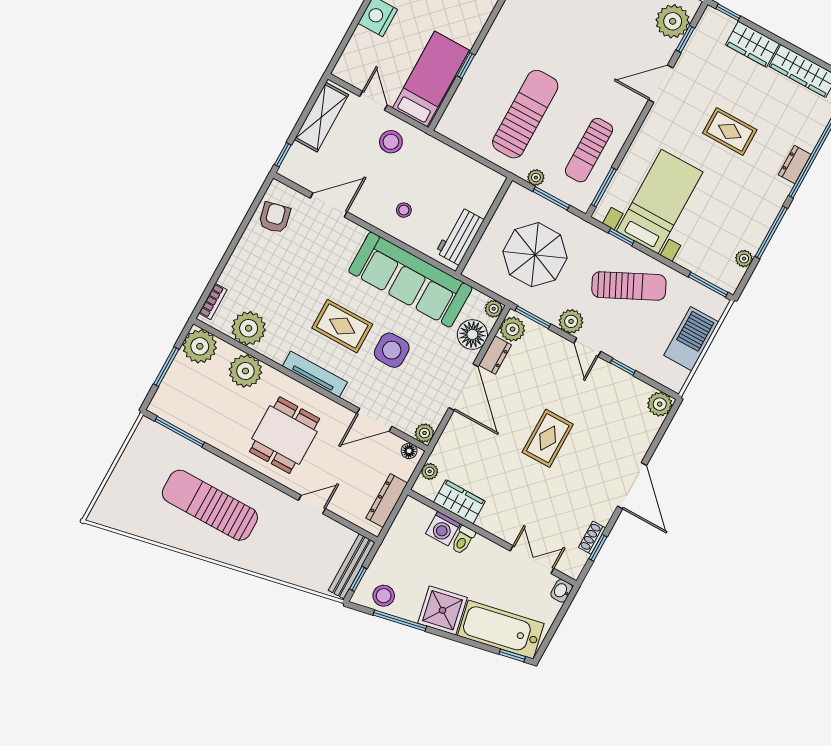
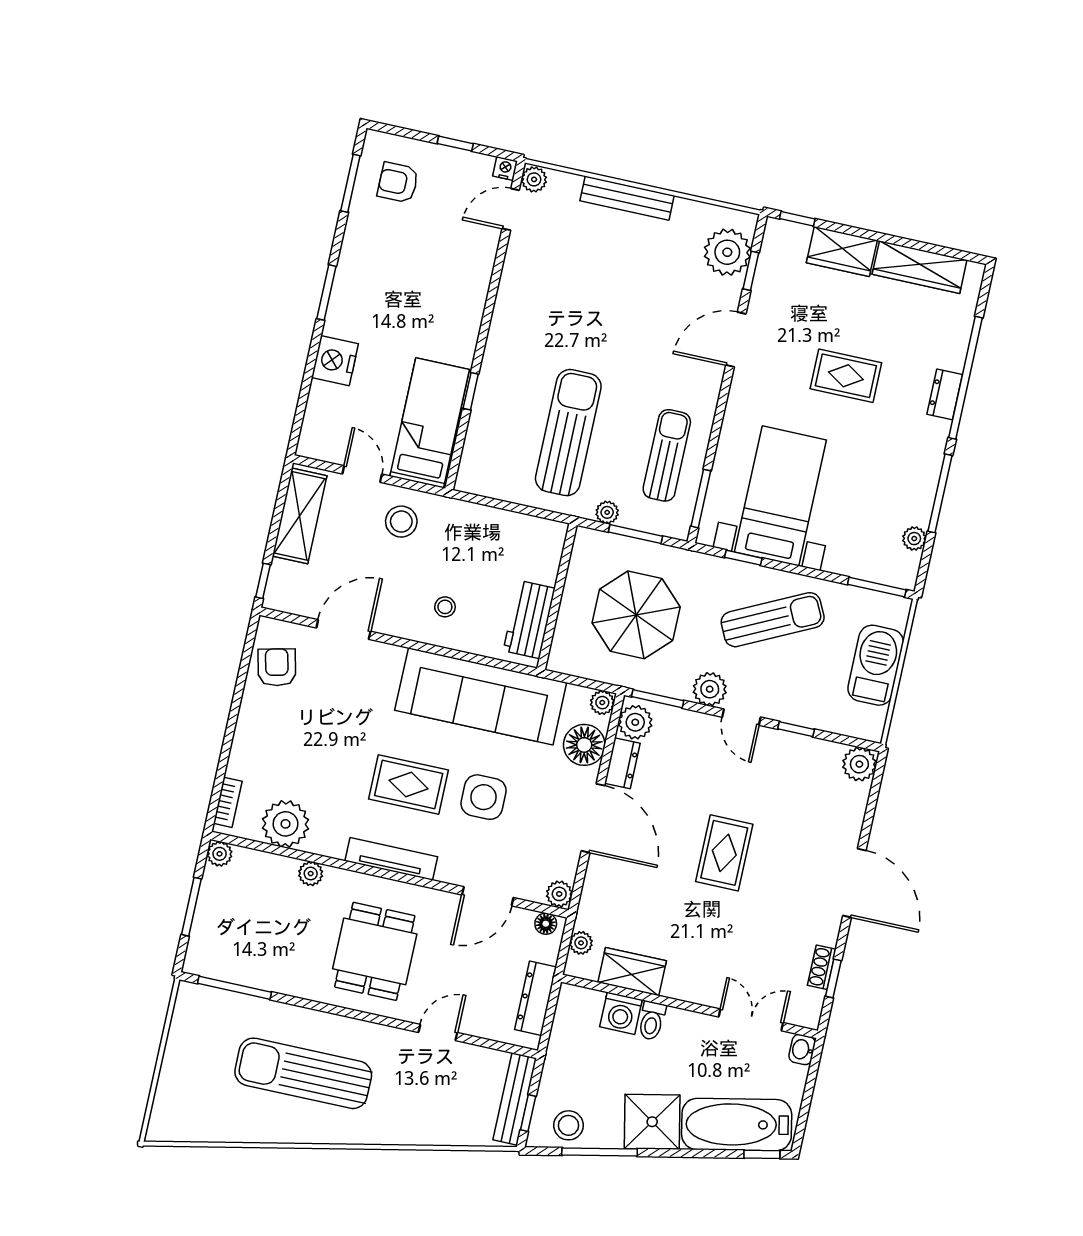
sun lounger: (589, 150) -> (667, 455), turned 180
plant: (200, 346) -> (220, 854), width x0.53, depth x0.53
plant: (245, 371) -> (311, 874), width x0.53, depth x0.53

